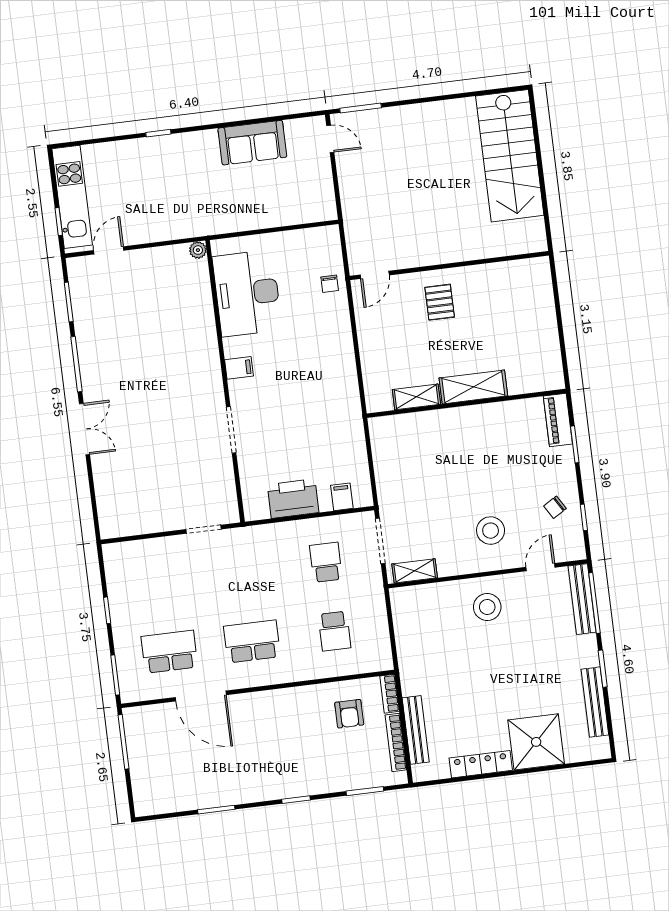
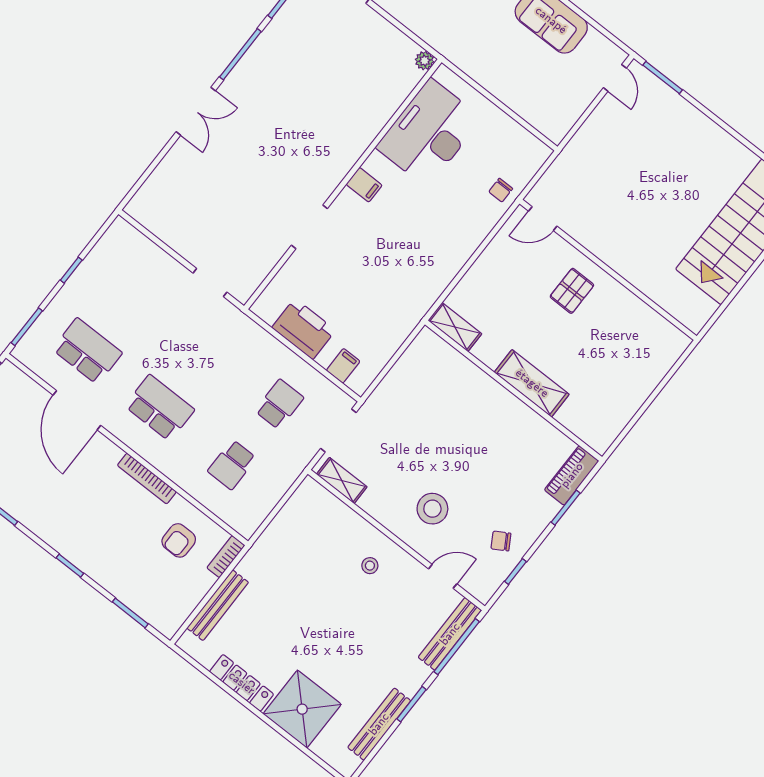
shelving: (416, 397) -> (455, 327), moved
stool: (487, 607) -> (370, 566), width x0.53, depth x0.53
bookcase: (396, 742) -> (147, 479), moved, turned -90

